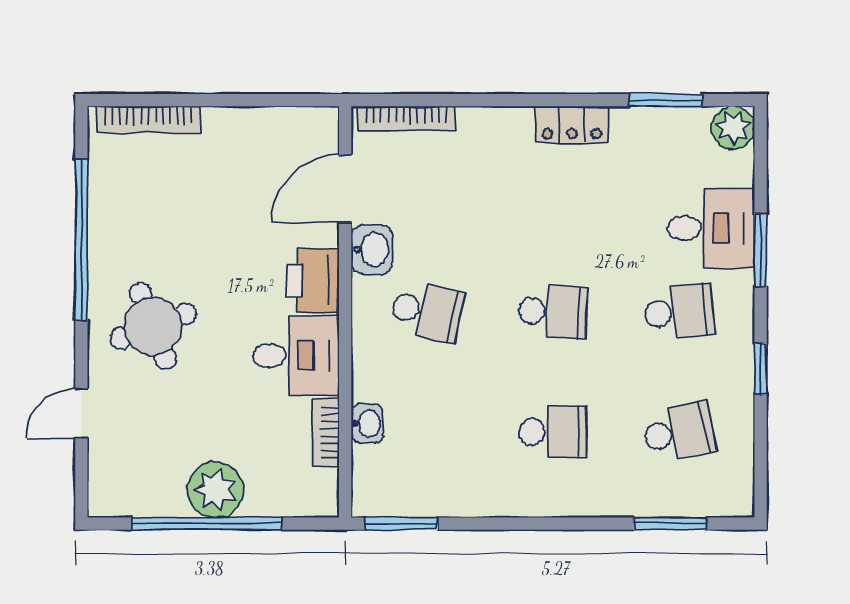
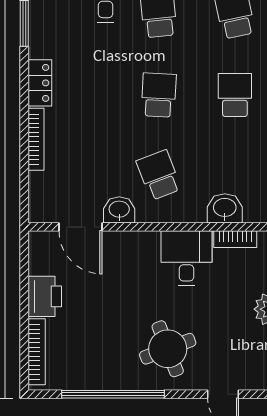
bookcase: (406, 119) -> (36, 139), moved
printer: (313, 280) -> (45, 296), moved, turned -90
school desk: (427, 312) -> (159, 175), turned -33
washbasin: (367, 423) -> (225, 208), width x1.38, depth x1.45

